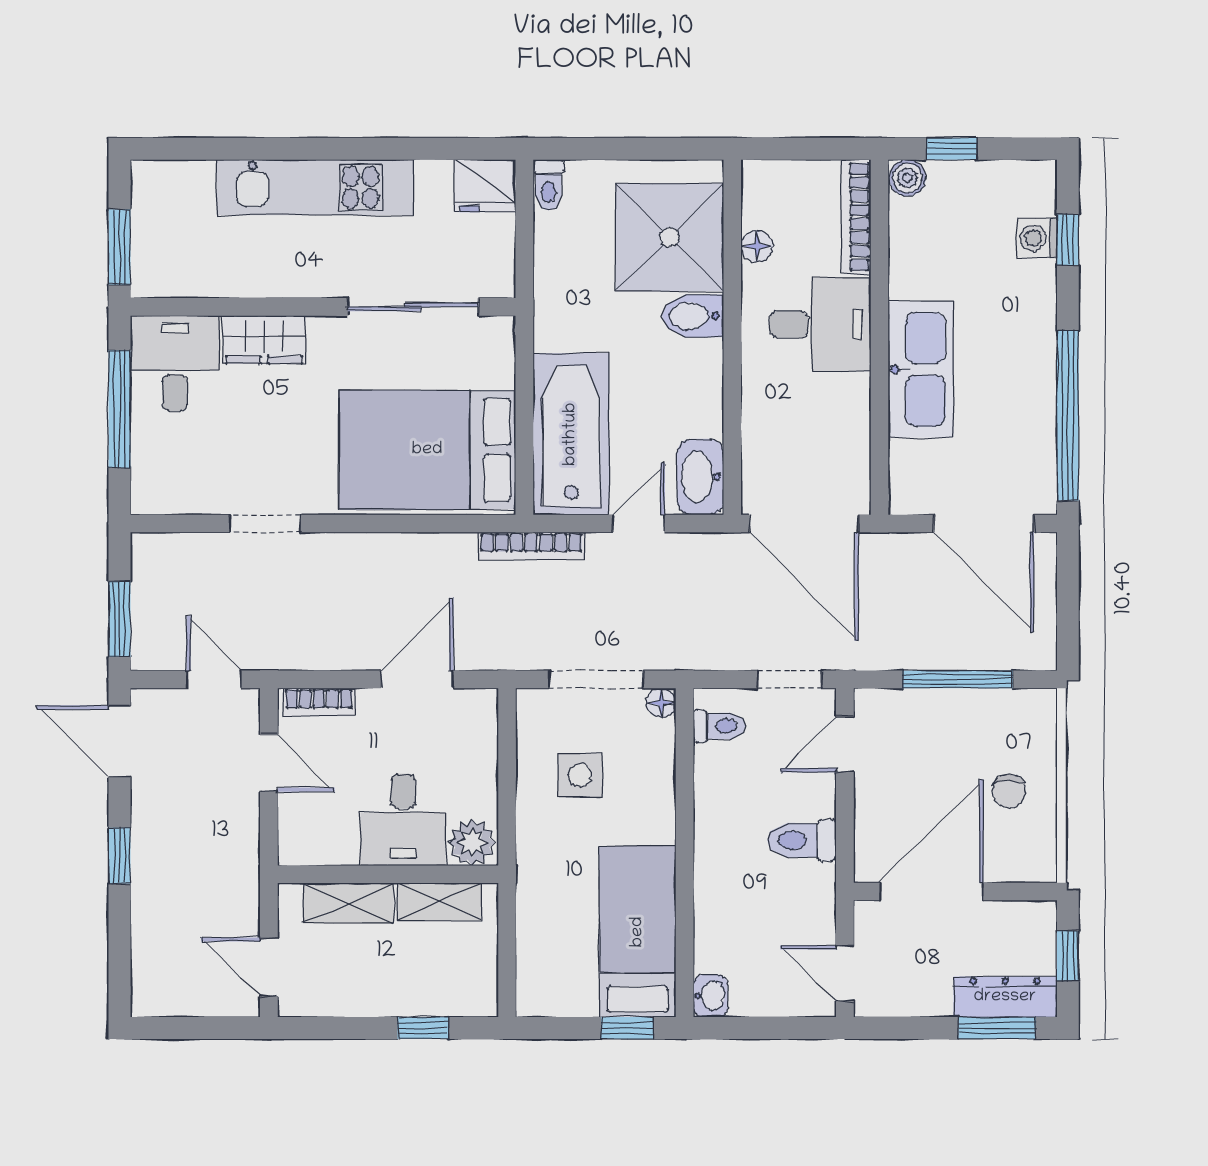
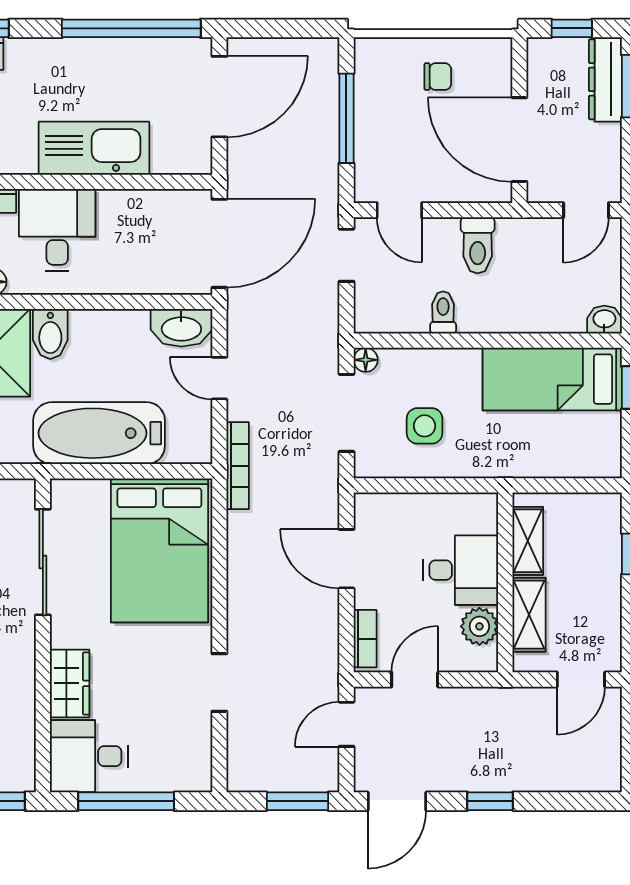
bathtub: (571, 434) -> (99, 433), moved
toilet: (719, 726) -> (443, 312), moved
plant: (472, 843) -> (479, 626), moved

